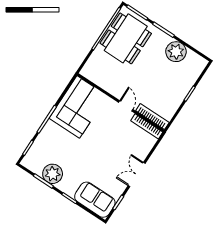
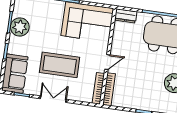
dresser: (90, 67) -> (126, 16), added
coffee table: (107, 153) -> (60, 65), added

